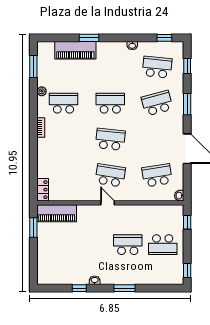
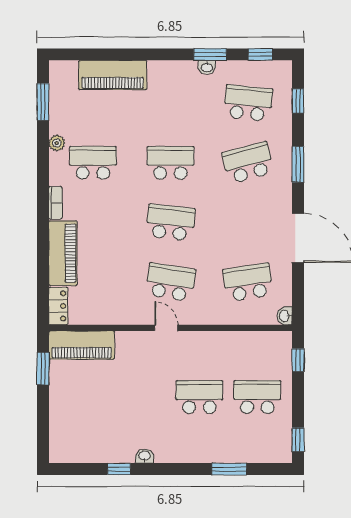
window: (89, 38) -> (210, 54), moved
piano: (45, 158) -> (63, 253), added
school desk: (163, 245) -> (257, 397), turned 180
window: (124, 288) -> (229, 469), moved

